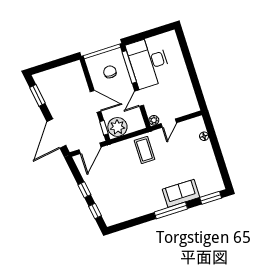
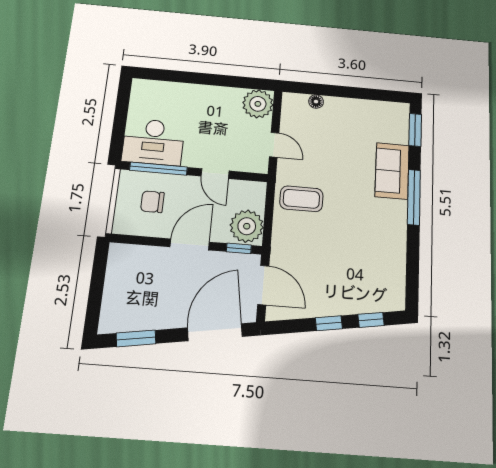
desk: (149, 62) -> (153, 142), width x0.73, depth x0.77
plant: (154, 120) -> (258, 104), moved, width x1.88, depth x1.88
door: (56, 133) -> (215, 332), swing flipped

